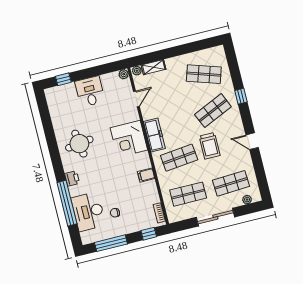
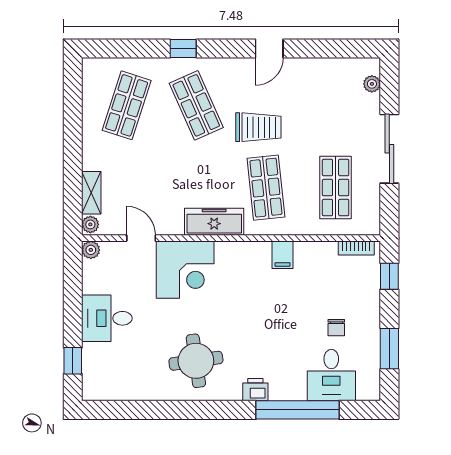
corner desk: (129, 139) -> (185, 270), moved
shop shelf: (231, 183) -> (336, 105), removed
desk: (88, 212) -> (331, 375), width x0.73
window: (111, 243) -> (389, 349), width x0.69

